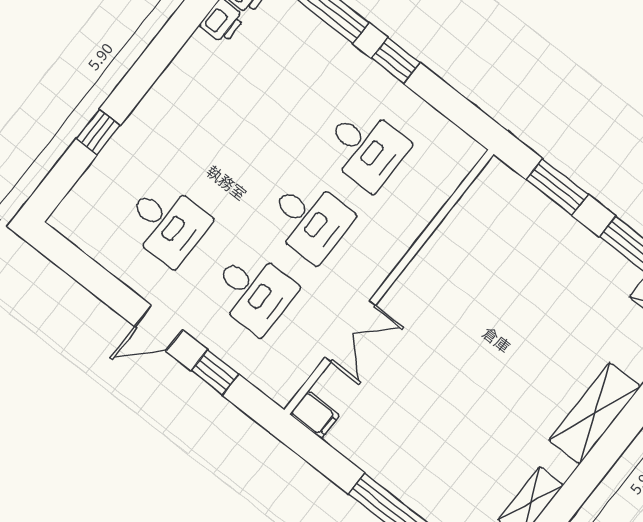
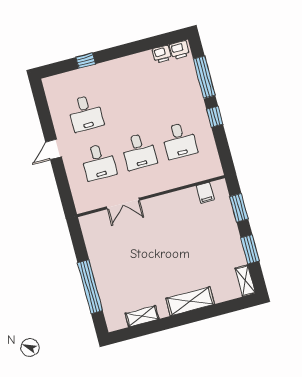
door: (159, 328) -> (54, 149), hinge flipped
window: (215, 372) -> (62, 181), removed
filing cabinet: (315, 415) -> (205, 193), moved

